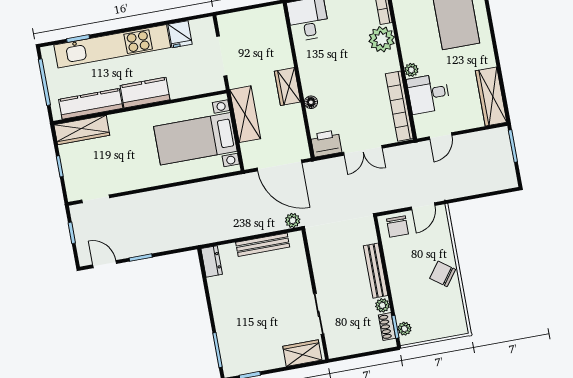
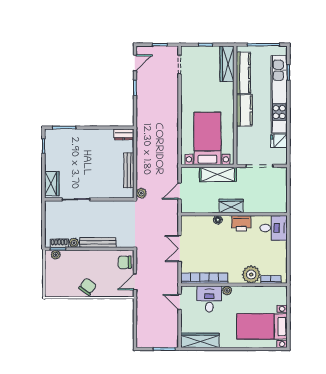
printer: (326, 143) -> (241, 223), moved, turned 90
door: (279, 165) -> (180, 191), width x0.53
door: (423, 206) -> (135, 282), hinge flipped

